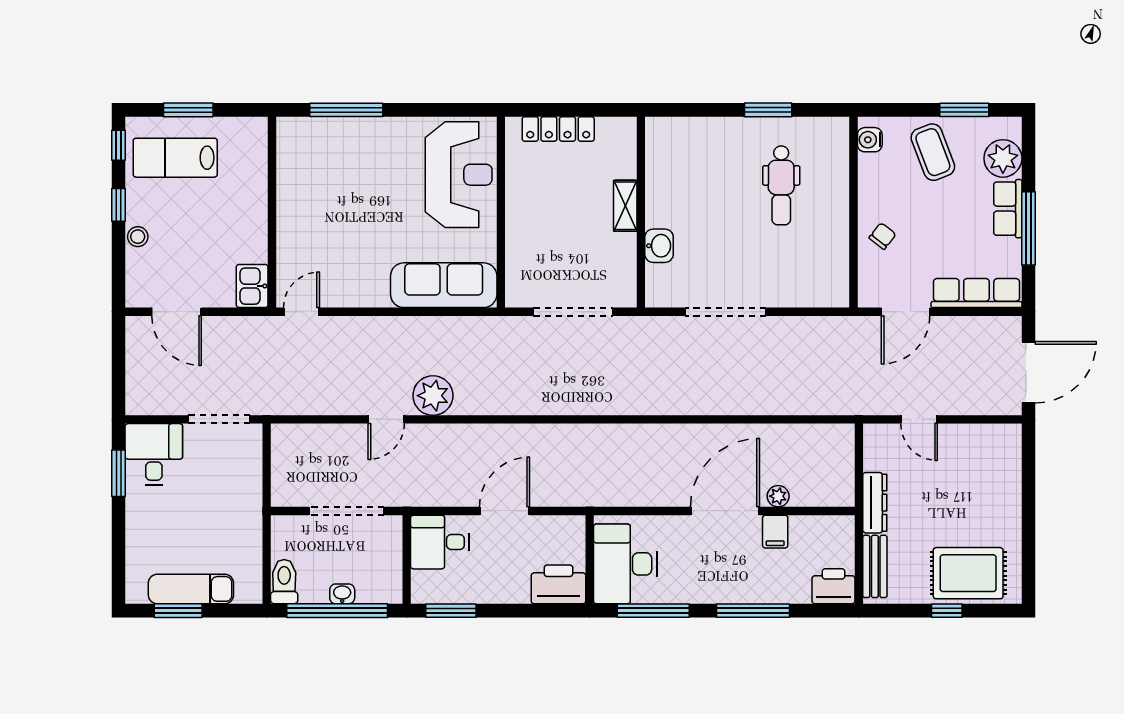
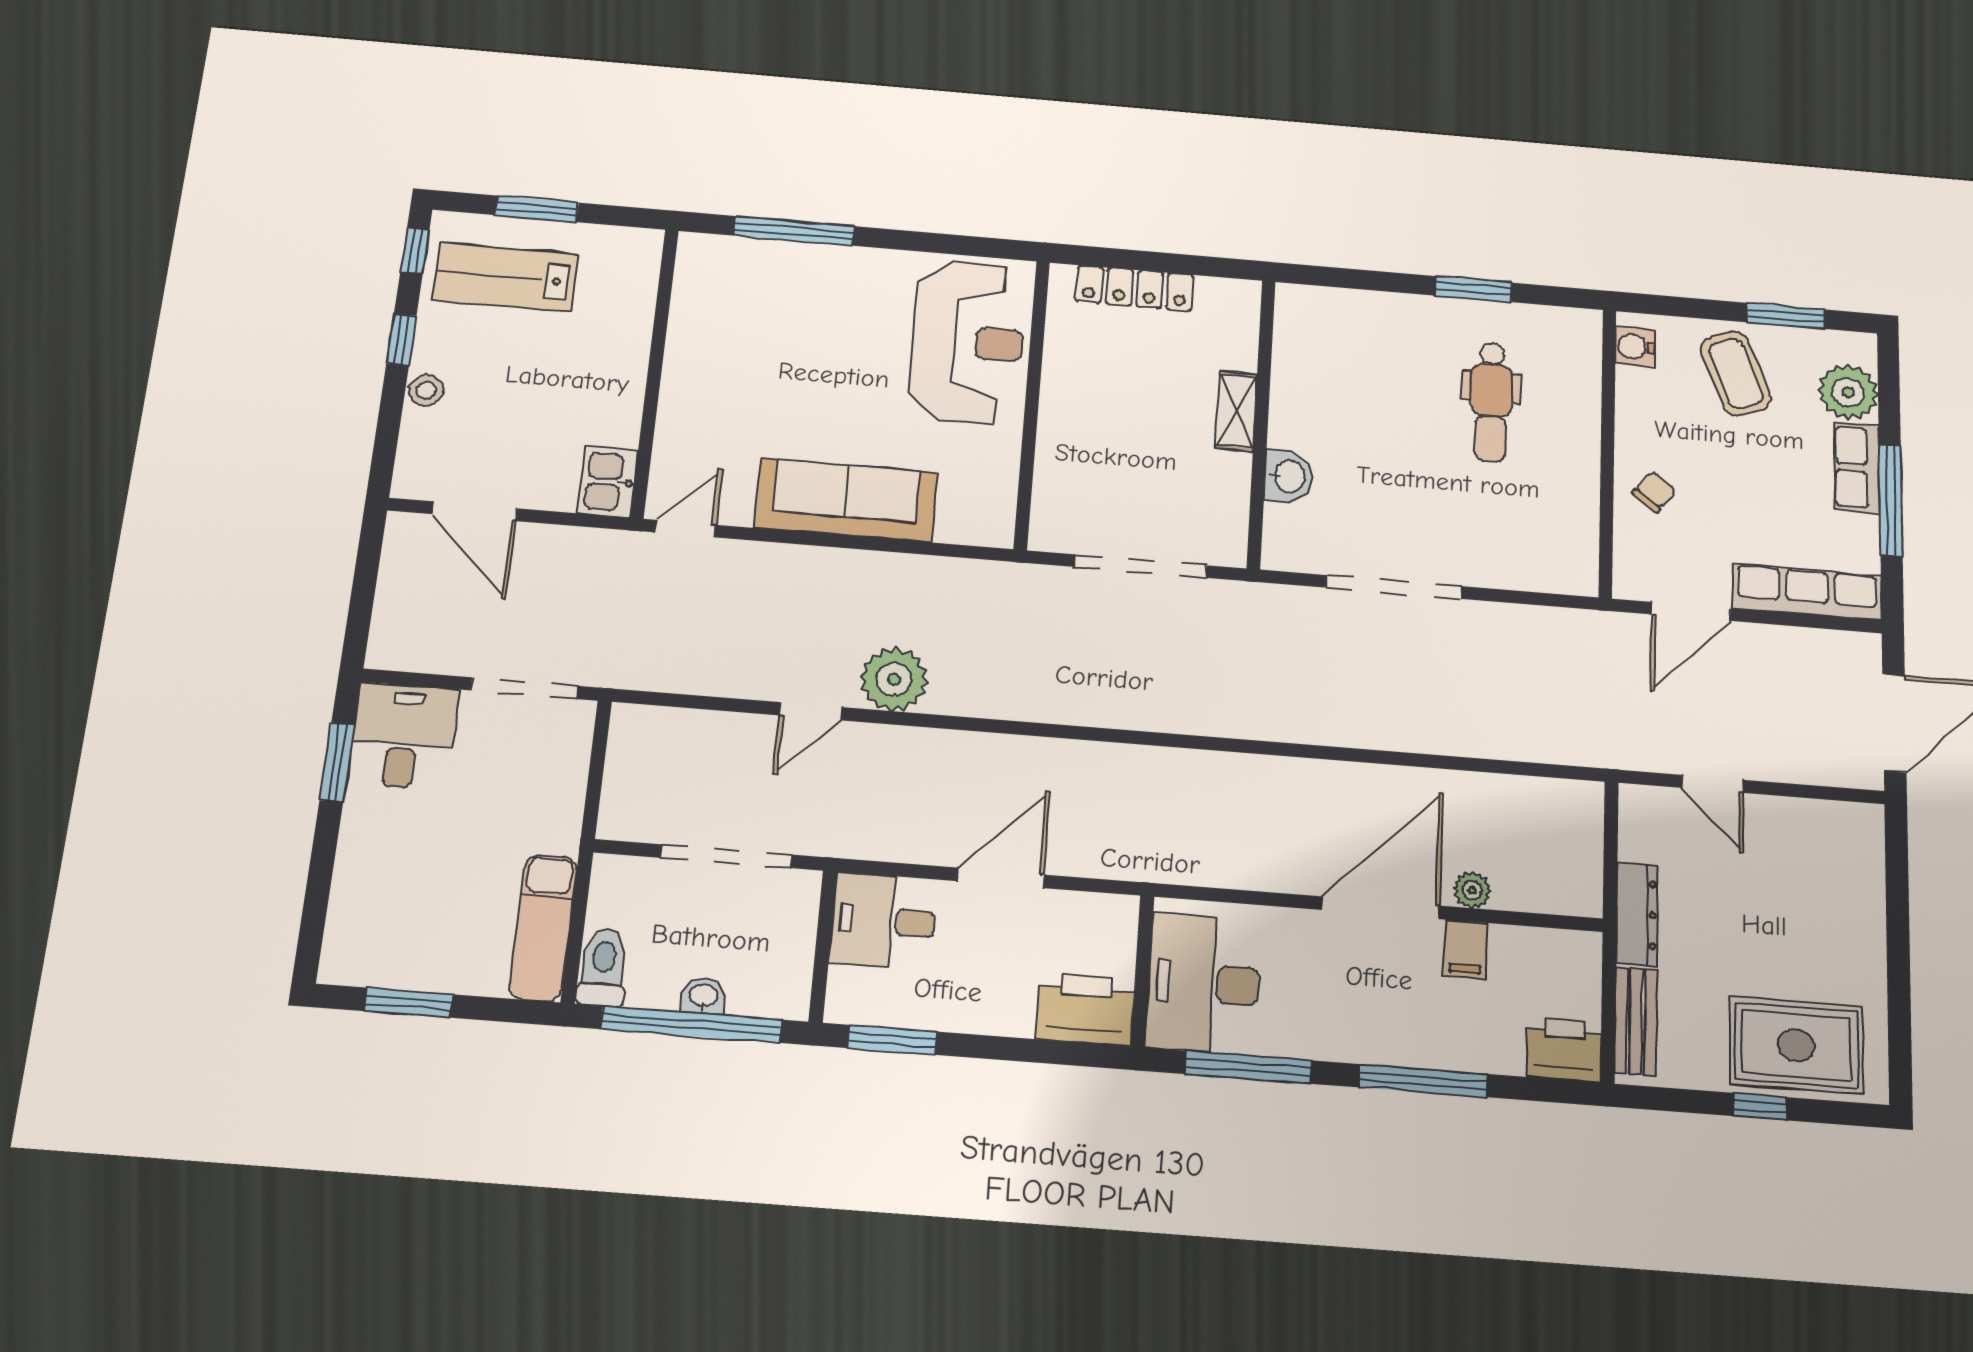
sofa: (444, 285) -> (846, 500), moved
exam couch: (191, 589) -> (543, 928), moved, turned -90

